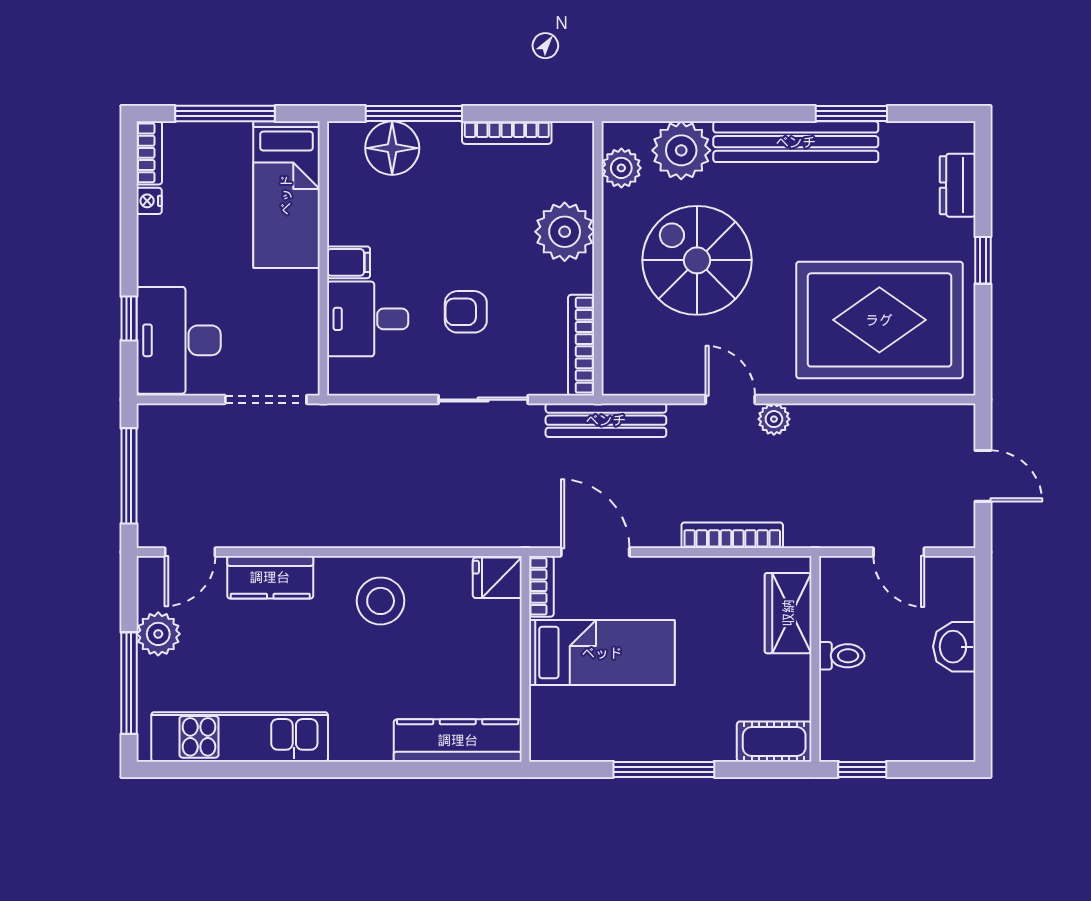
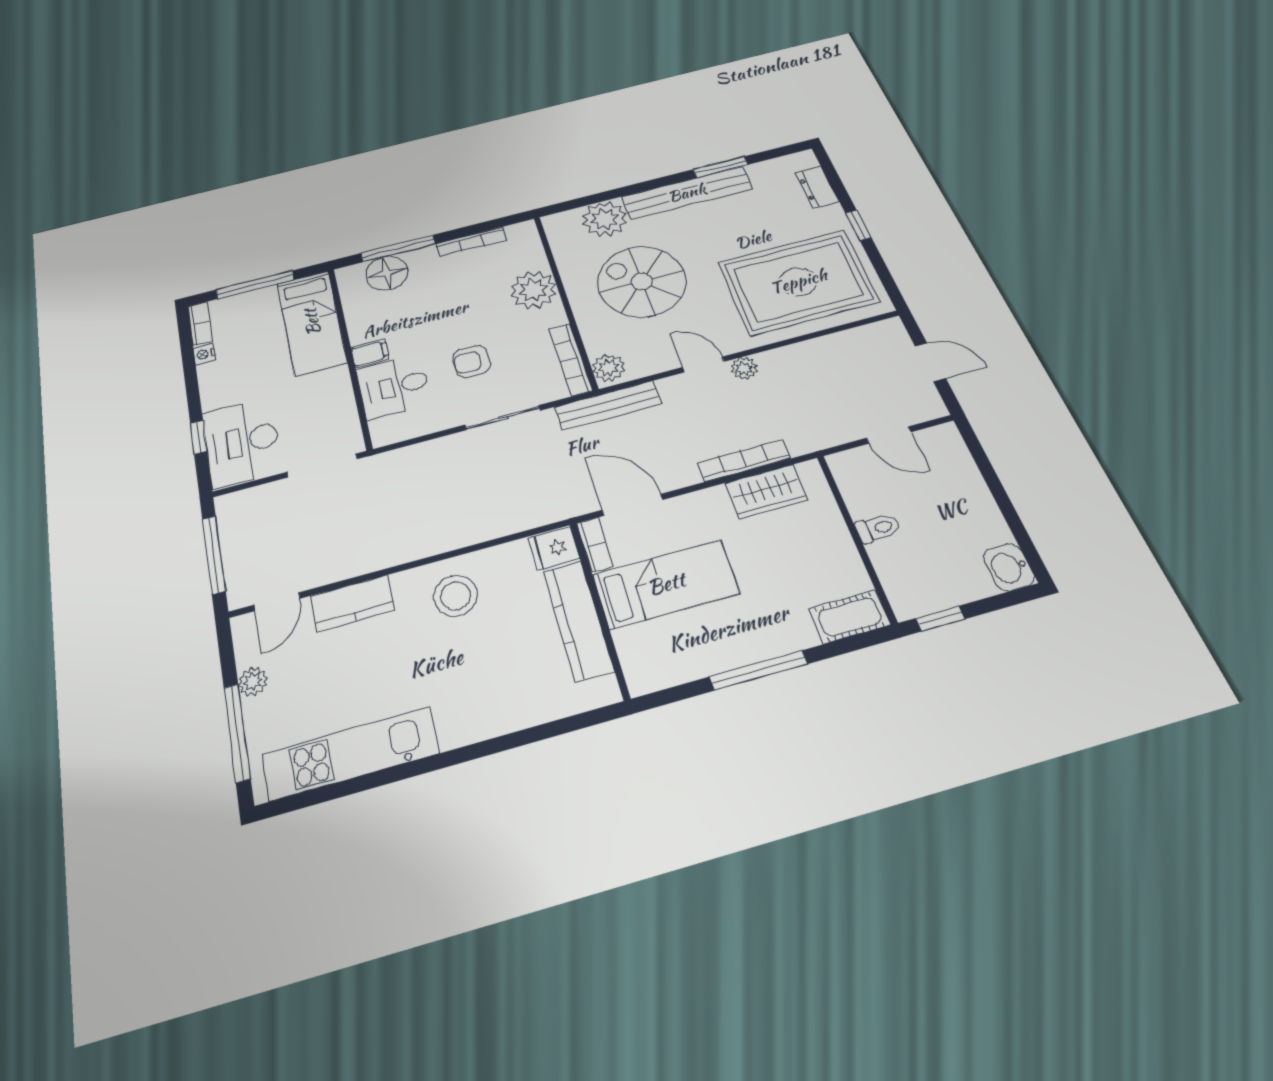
plant: (621, 168) -> (608, 368), moved
wardrobe: (788, 613) -> (766, 491), moved, turned -90
plant: (158, 634) -> (253, 682), width x0.73, depth x0.73
washbasin: (954, 647) -> (1009, 567), moved
kitchen counter: (458, 740) -> (578, 620), moved, turned -90

